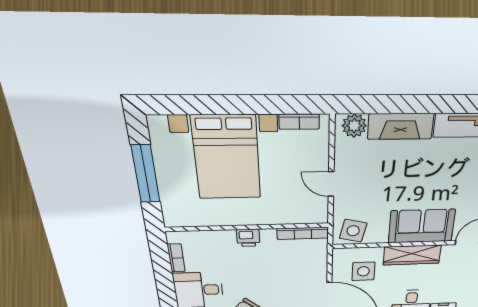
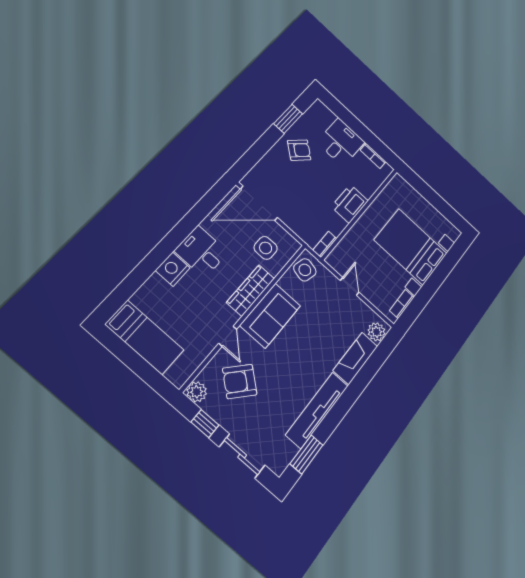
window: (146, 174) -> (433, 198), removed
door: (331, 184) -> (350, 286), hinge flipped
bookcase: (303, 233) -> (325, 244), width x0.64
printer: (248, 238) -> (350, 204), width x1.87, depth x1.48

